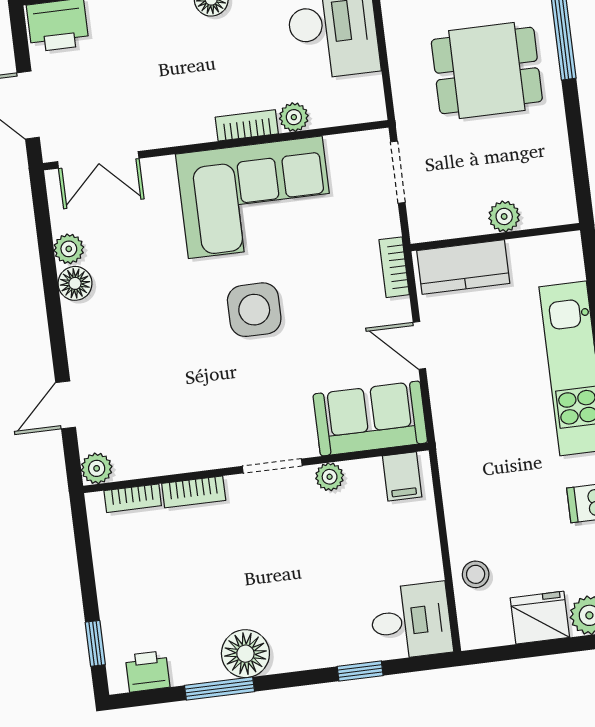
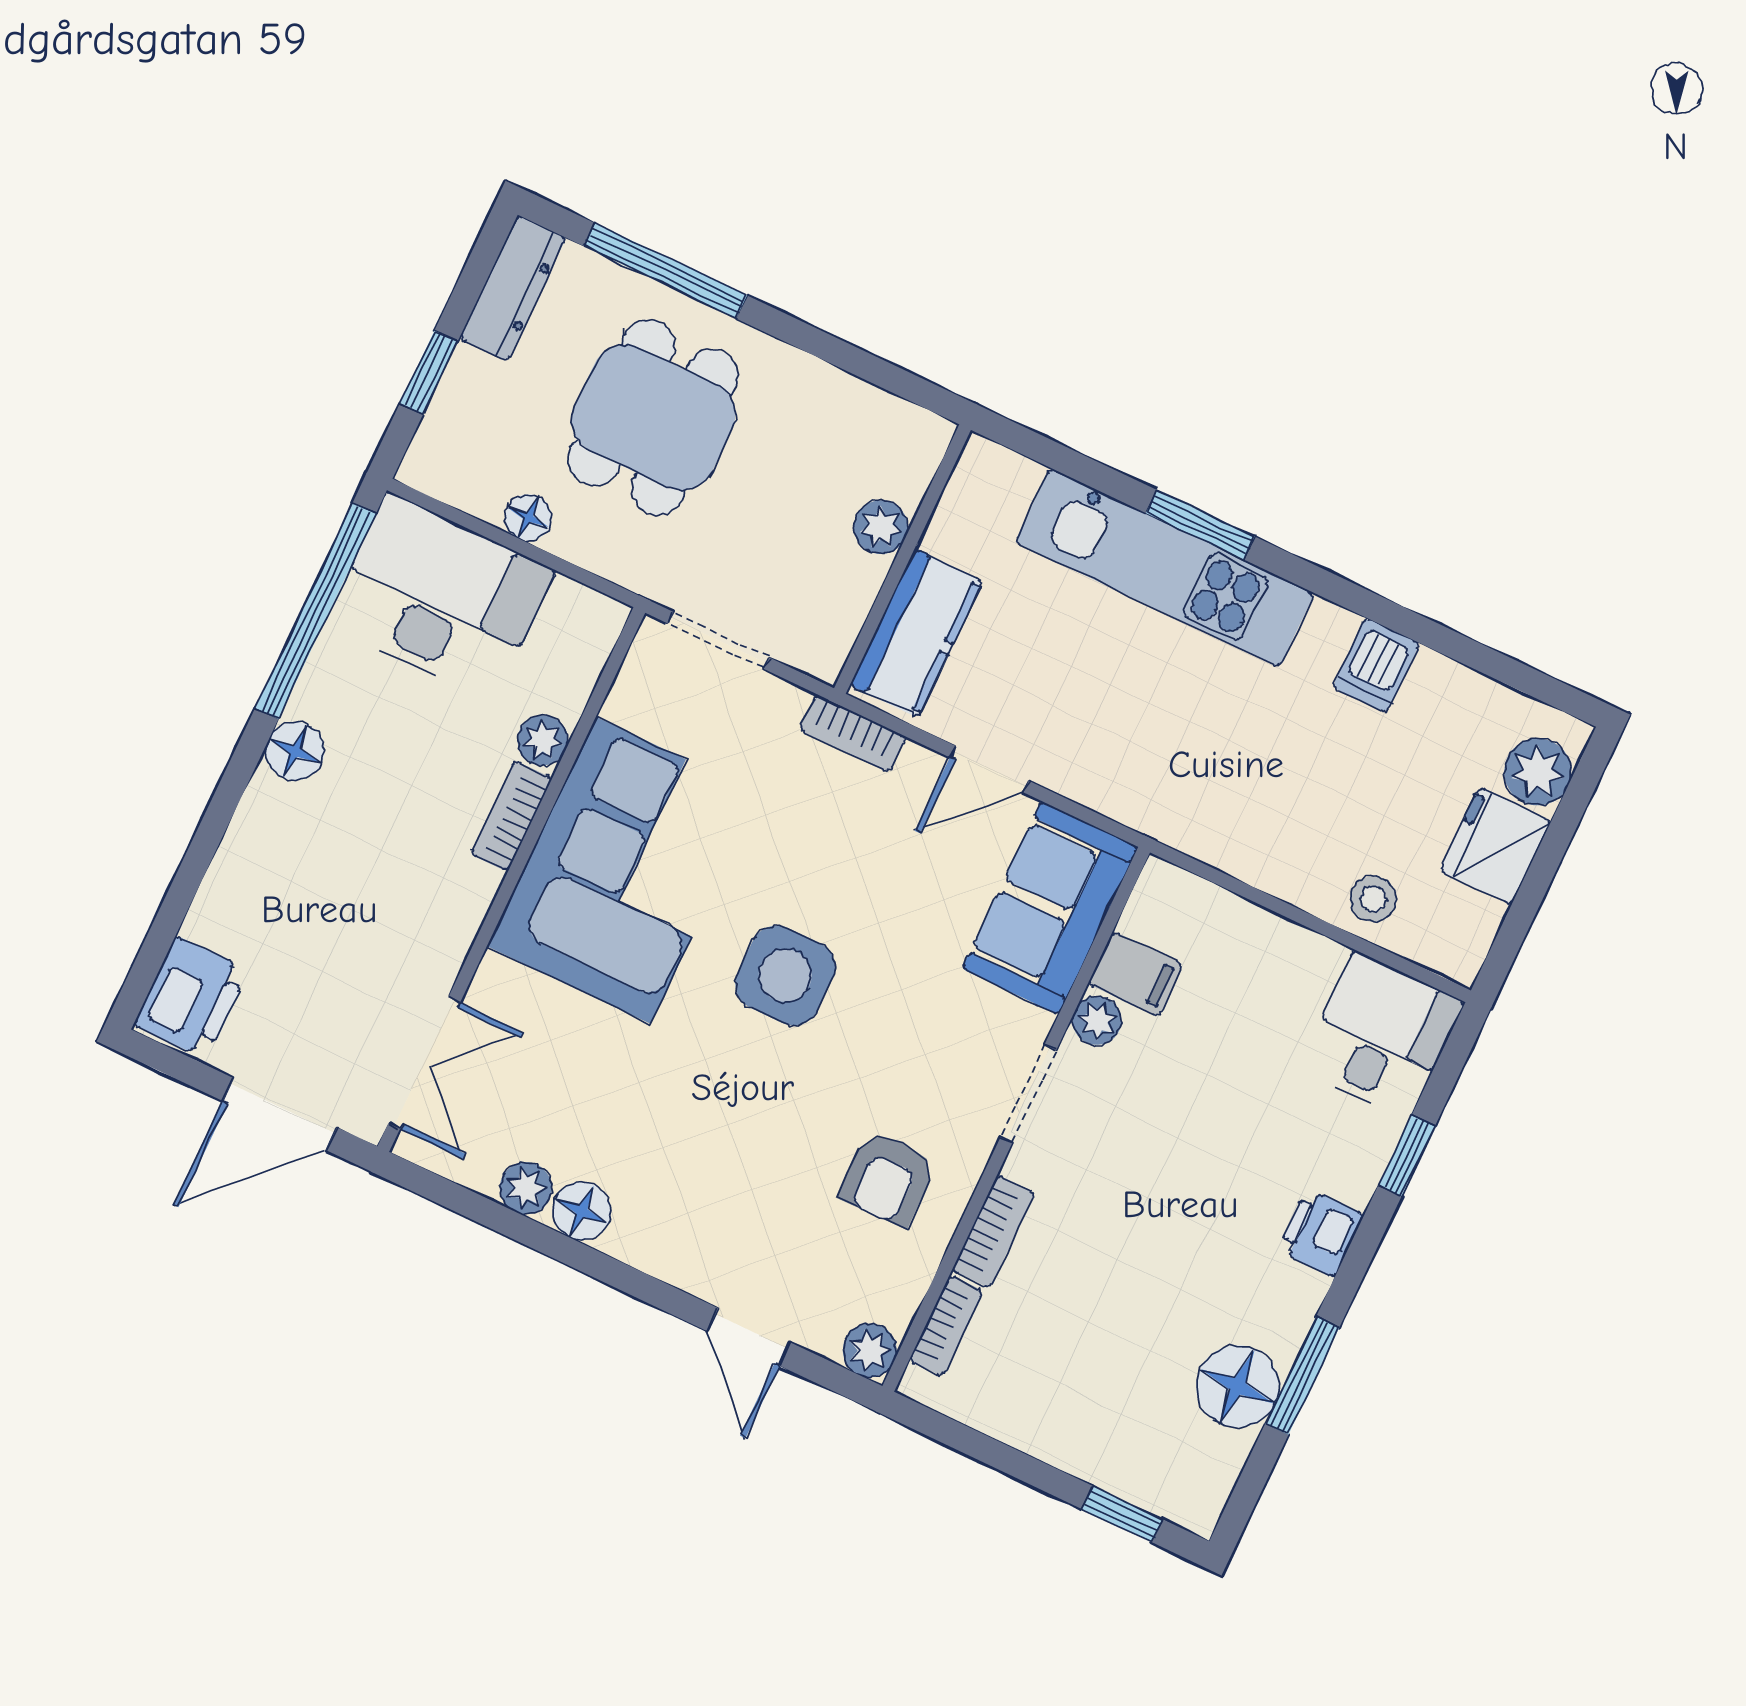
floor lamp: (399, 40) -> (528, 517), added
armchair: (187, 423) -> (888, 1179), added
filing cabinet: (402, 476) -> (1136, 974), moved
floor lamp: (245, 654) -> (1237, 1386), moved
printer: (148, 671) -> (1321, 1233), moved

